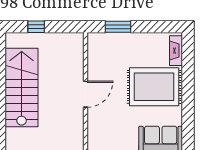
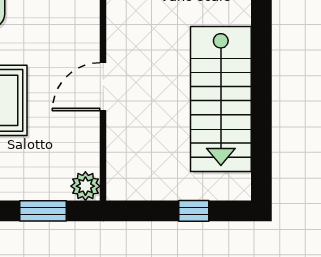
plant: (95, 40) -> (85, 186), added

